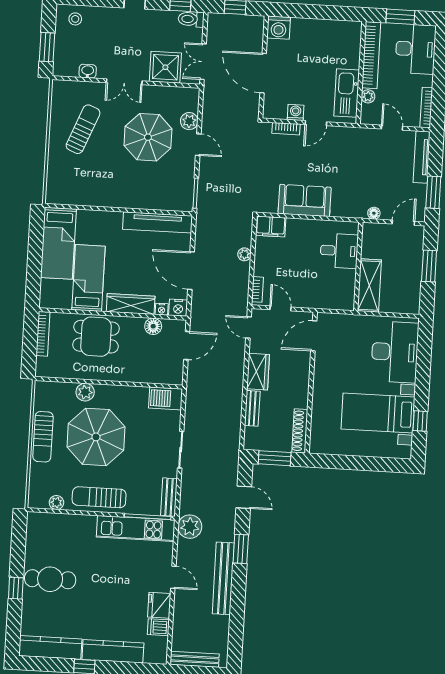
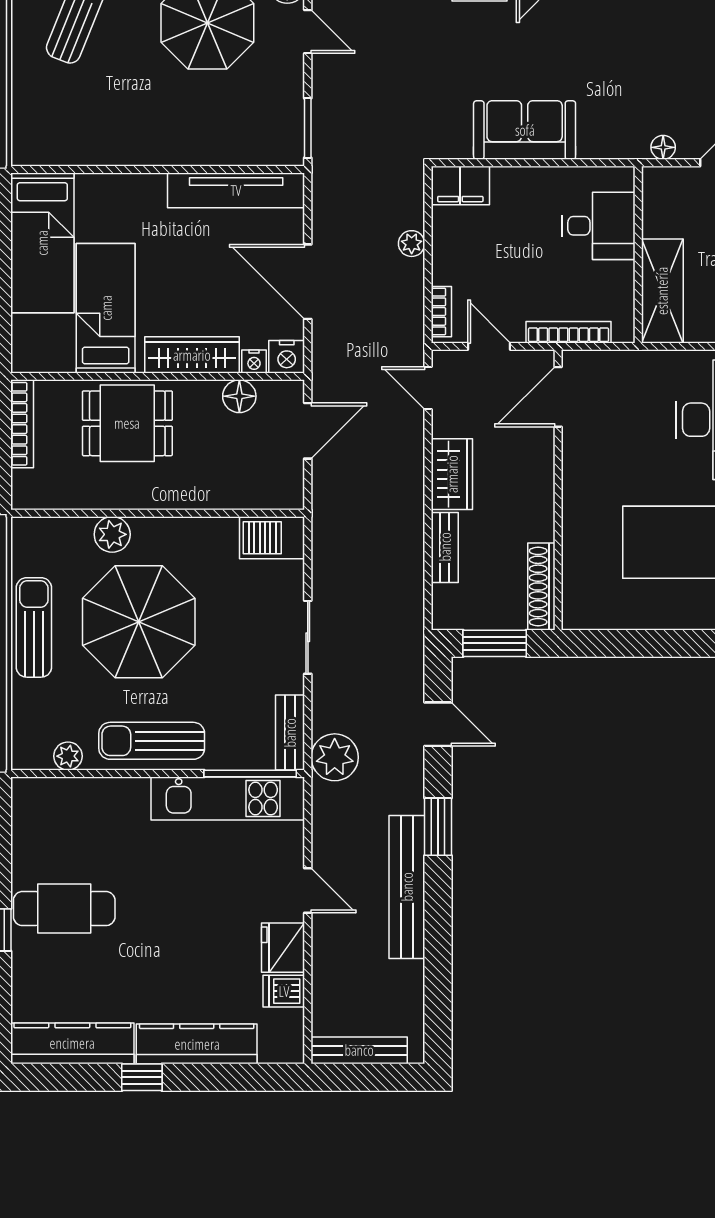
bookcase: (321, 304) -> (569, 332), added
sun lounger: (43, 437) -> (34, 627), turned 180
plant: (190, 527) -> (335, 757), moved

